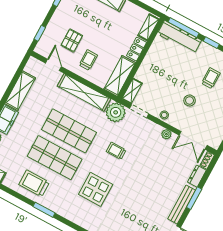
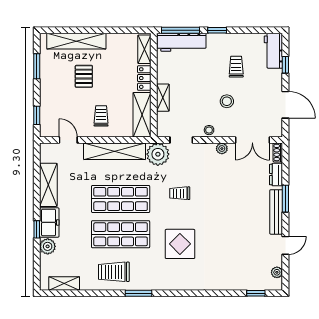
pallet: (72, 40) -> (84, 76), moved
shelving: (132, 91) -> (163, 98), moved

